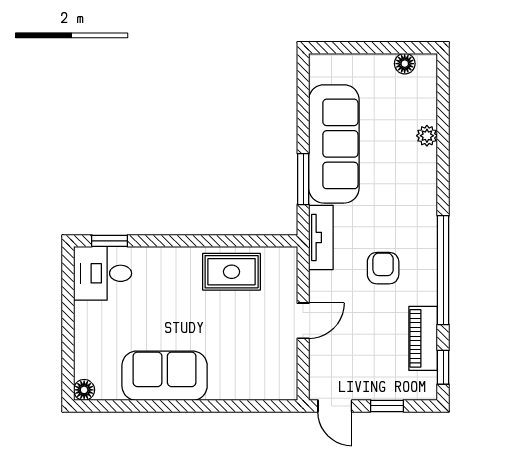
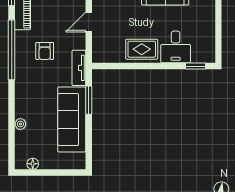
rug: (232, 272) -> (142, 49), moved
desk: (103, 273) -> (176, 47), moved, turned 90

